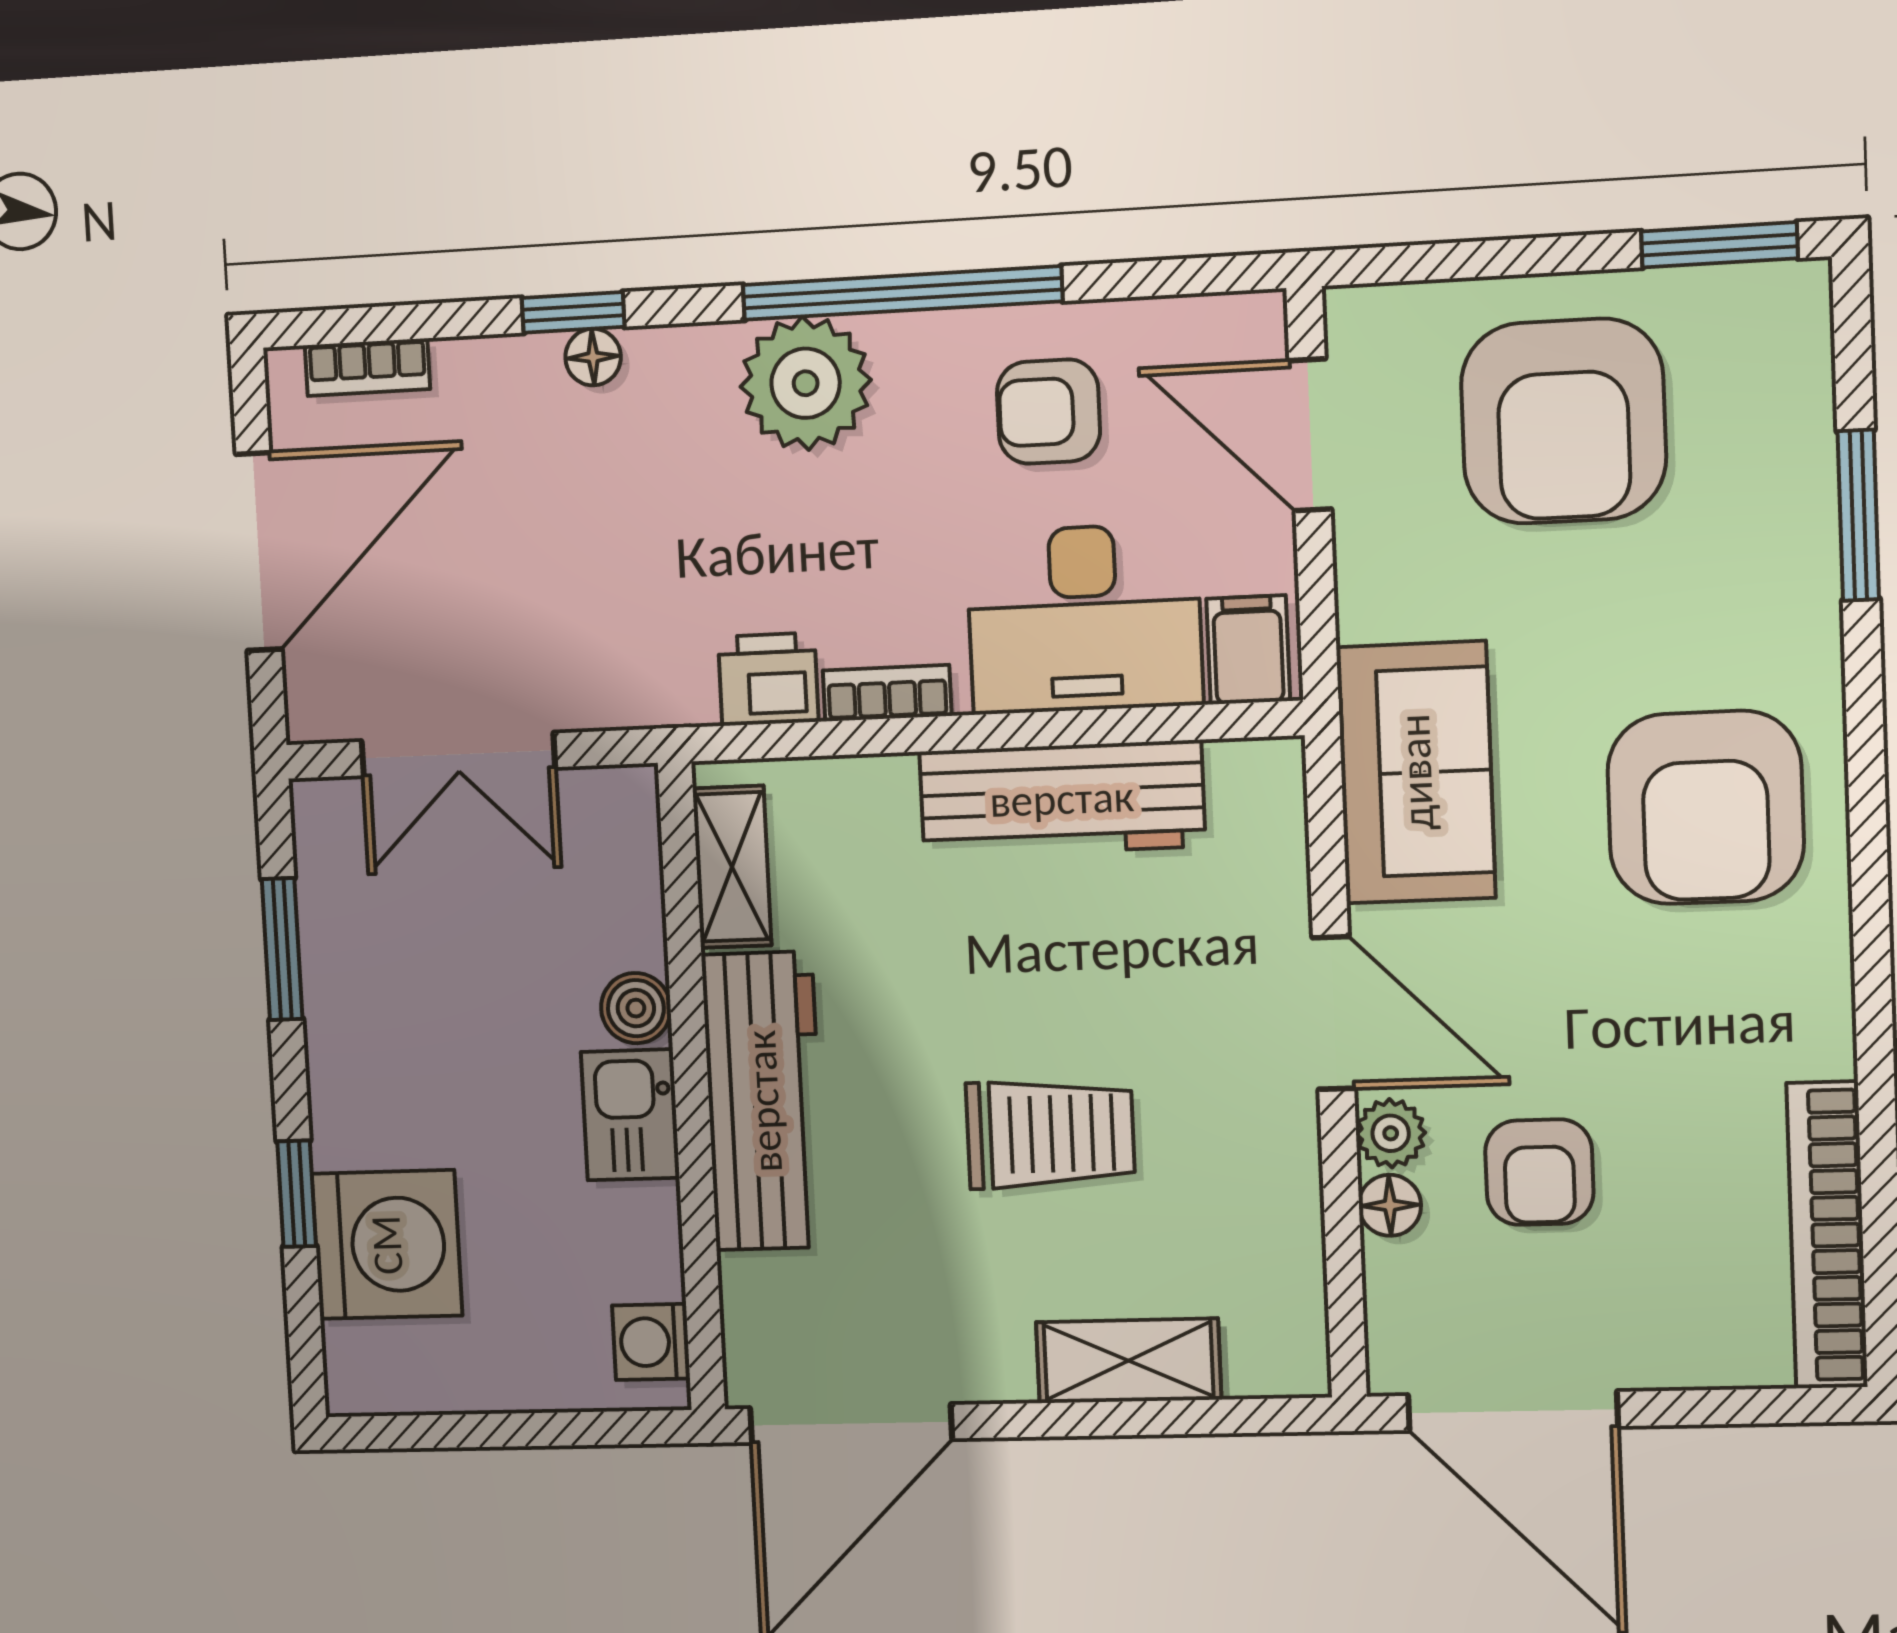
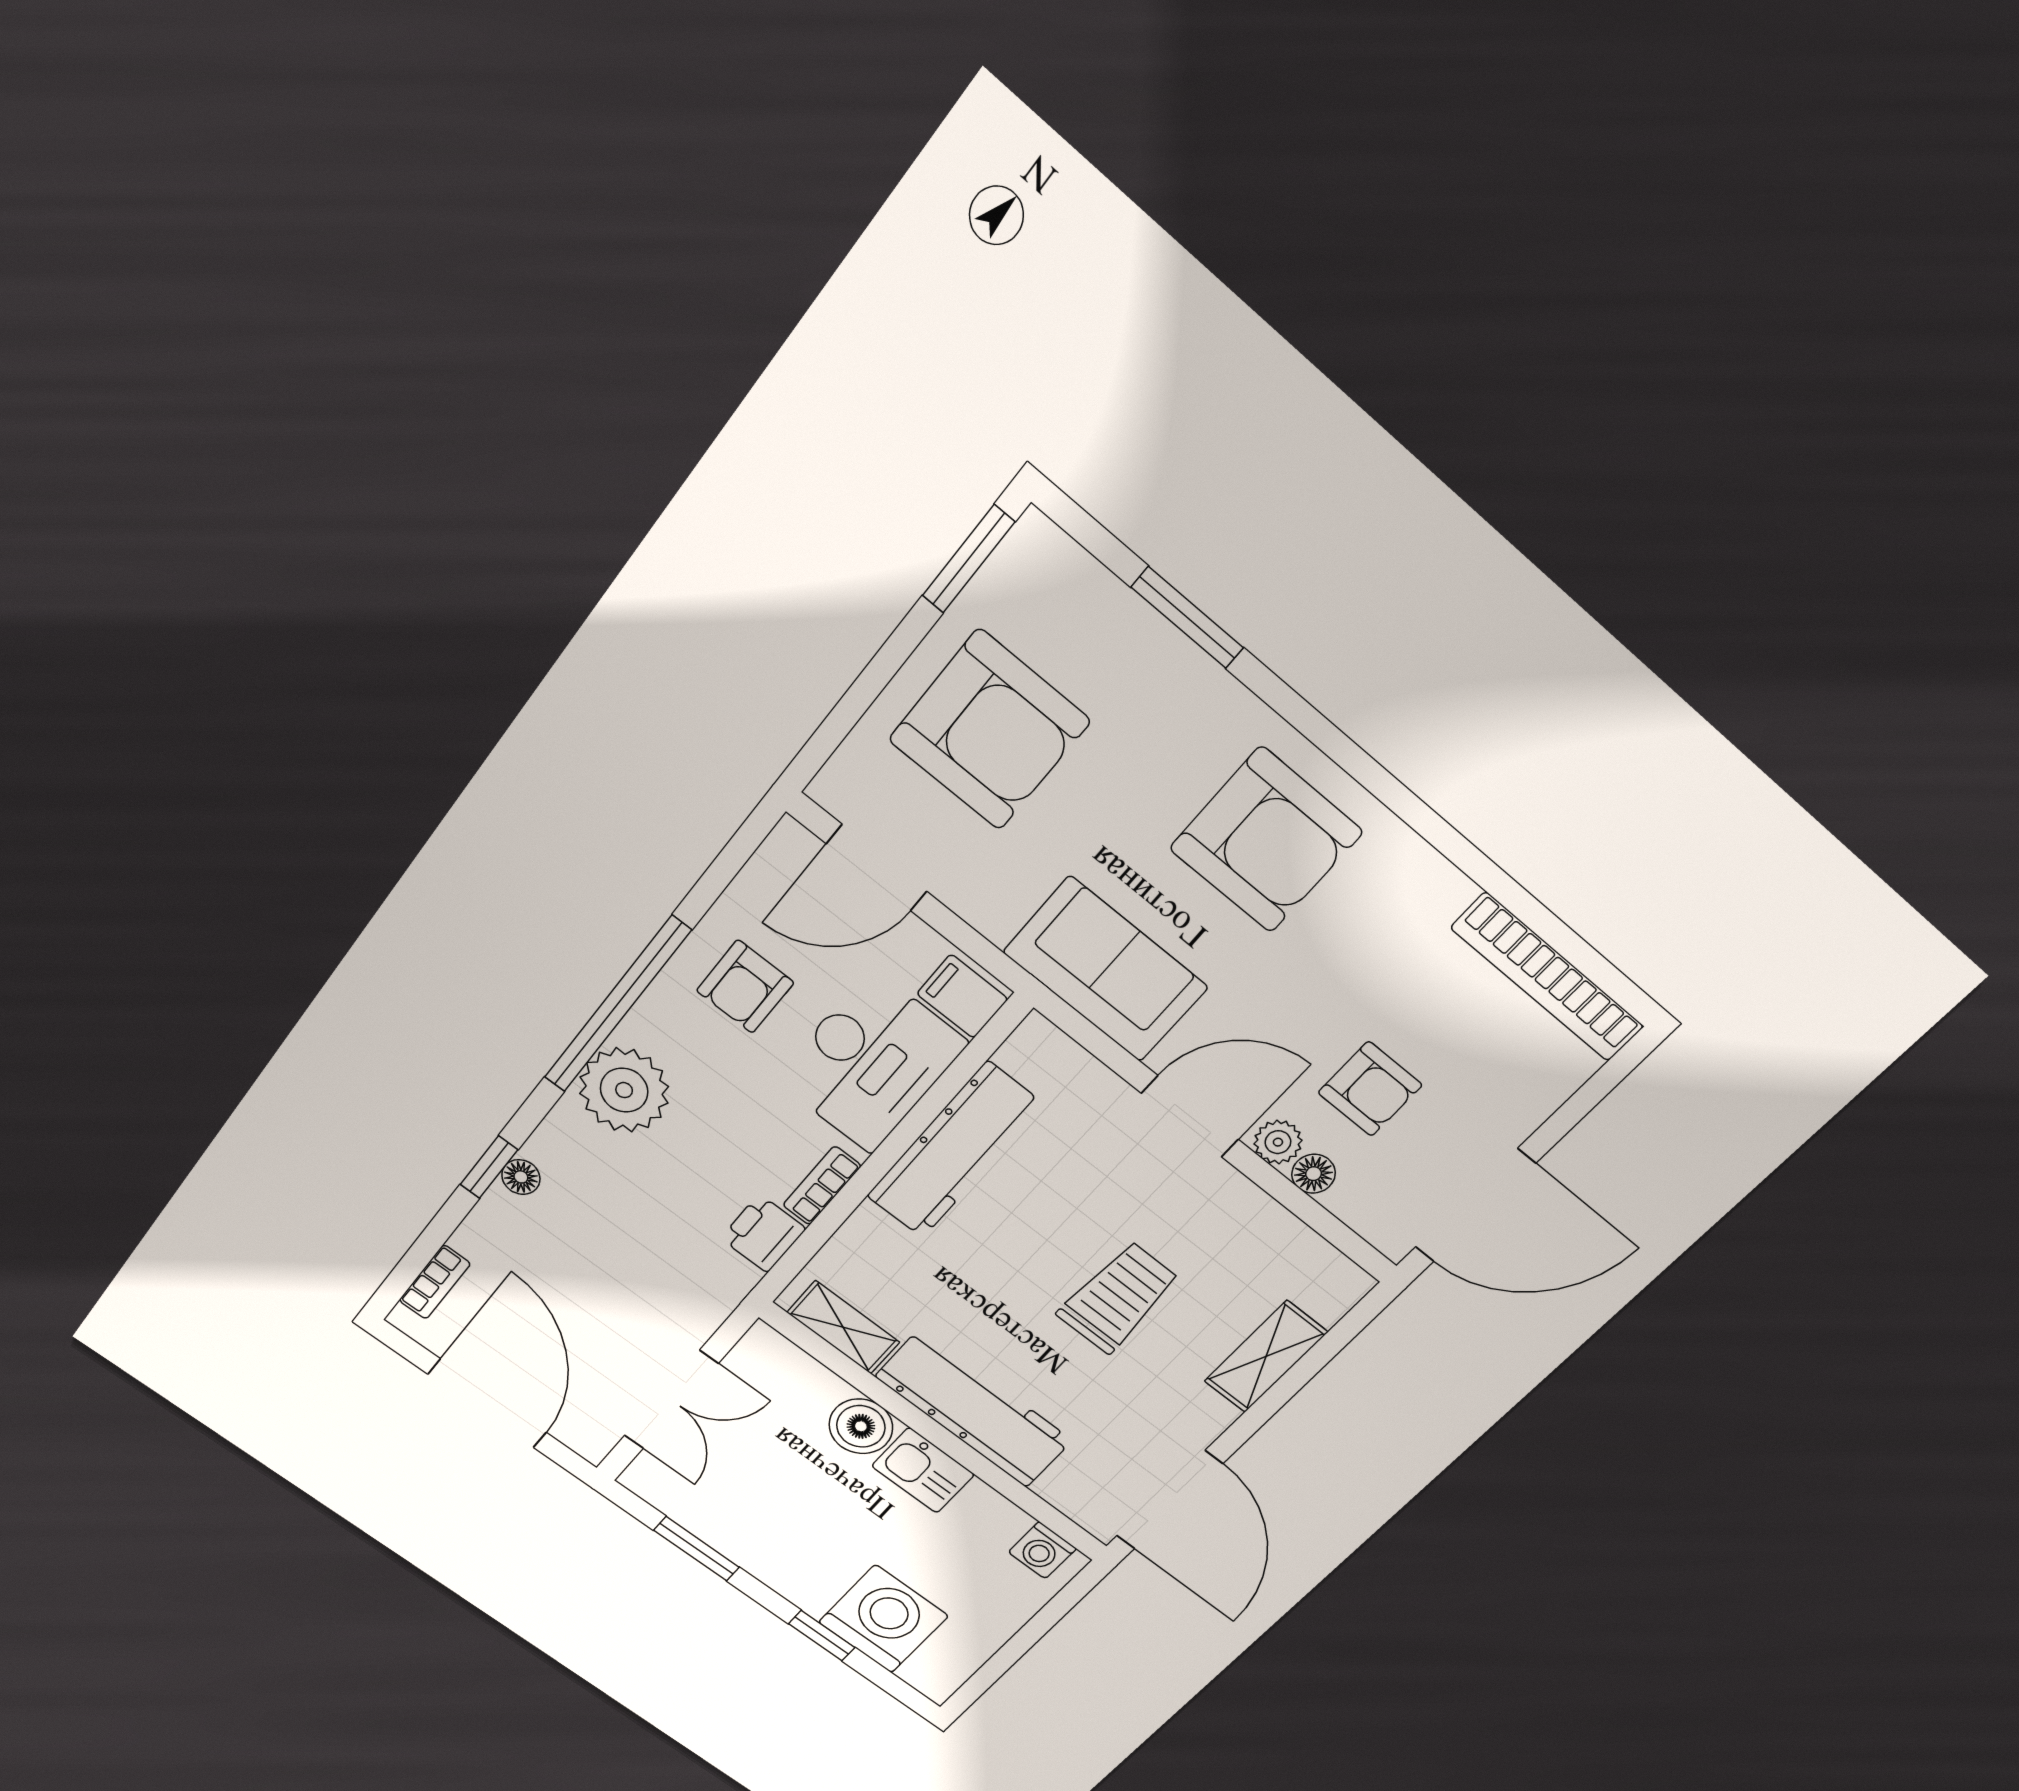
boiler: (636, 1008) -> (861, 1426), width x1.36, depth x1.36

